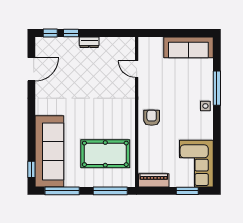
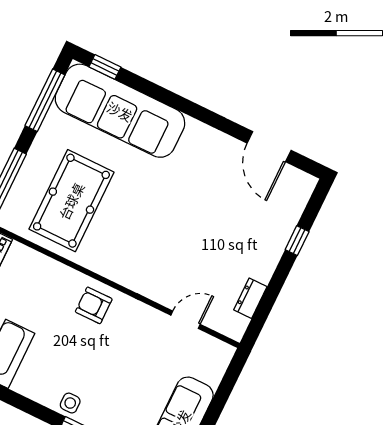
window: (50, 33) -> (314, 207), removed
dresser: (89, 42) -> (250, 298), moved
armchair: (152, 118) -> (94, 305), turned 180

